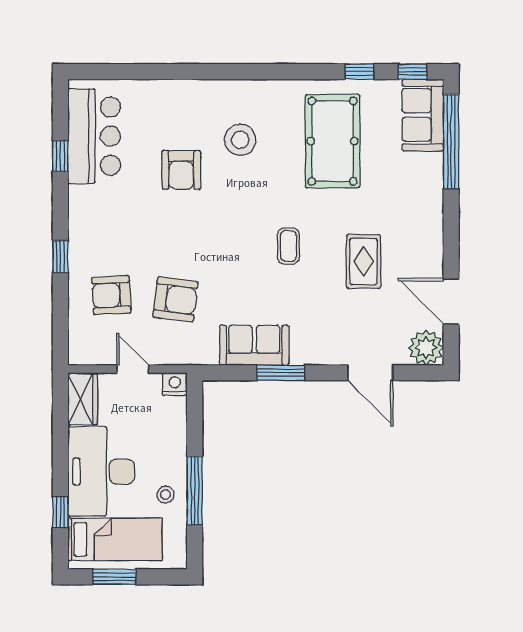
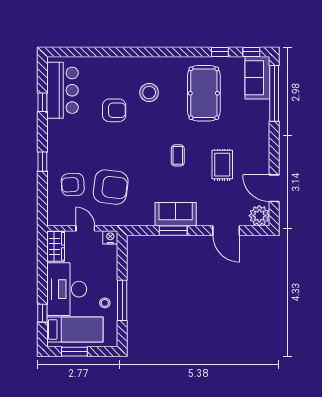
armchair: (181, 170) -> (114, 110), turned -90
armchair: (175, 299) -> (111, 187), width x1.36, depth x1.36
sofa: (254, 345) -> (176, 214), moved

